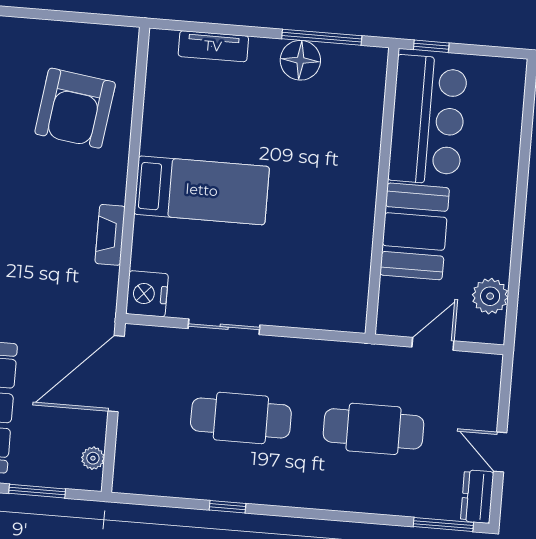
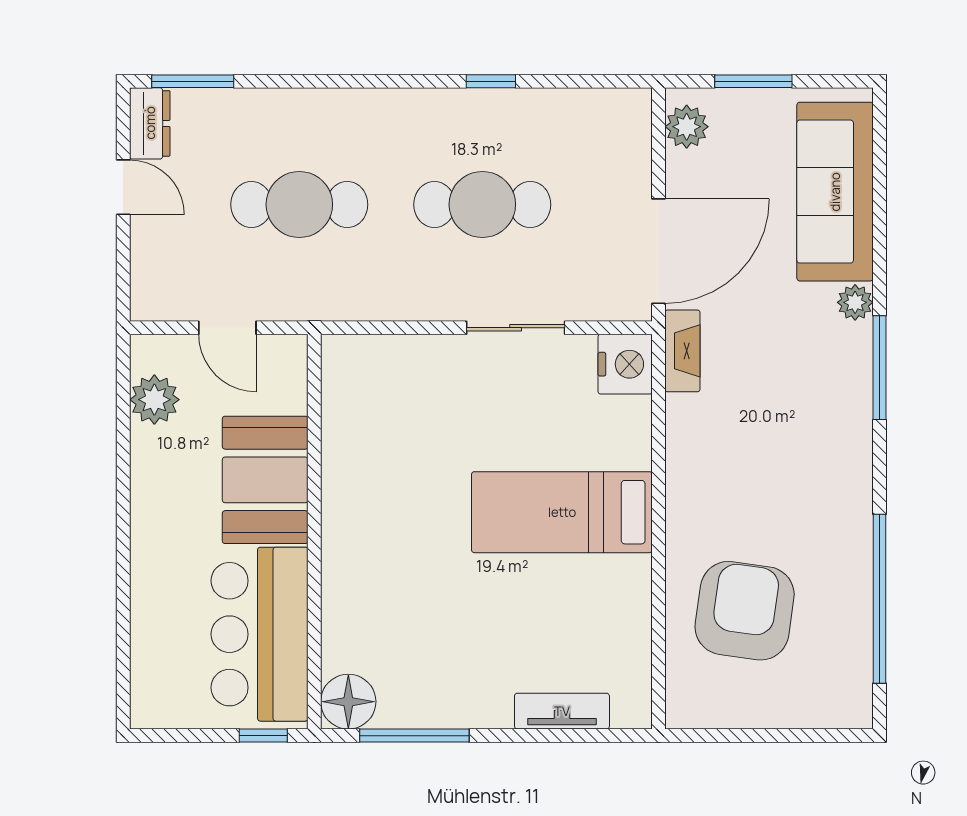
floor lamp: (300, 60) -> (348, 702), moved
fireplace: (110, 235) -> (682, 351), moved
door: (433, 344) -> (227, 328), hinge flipped
plant: (93, 458) -> (687, 127), width x1.38, depth x1.38

